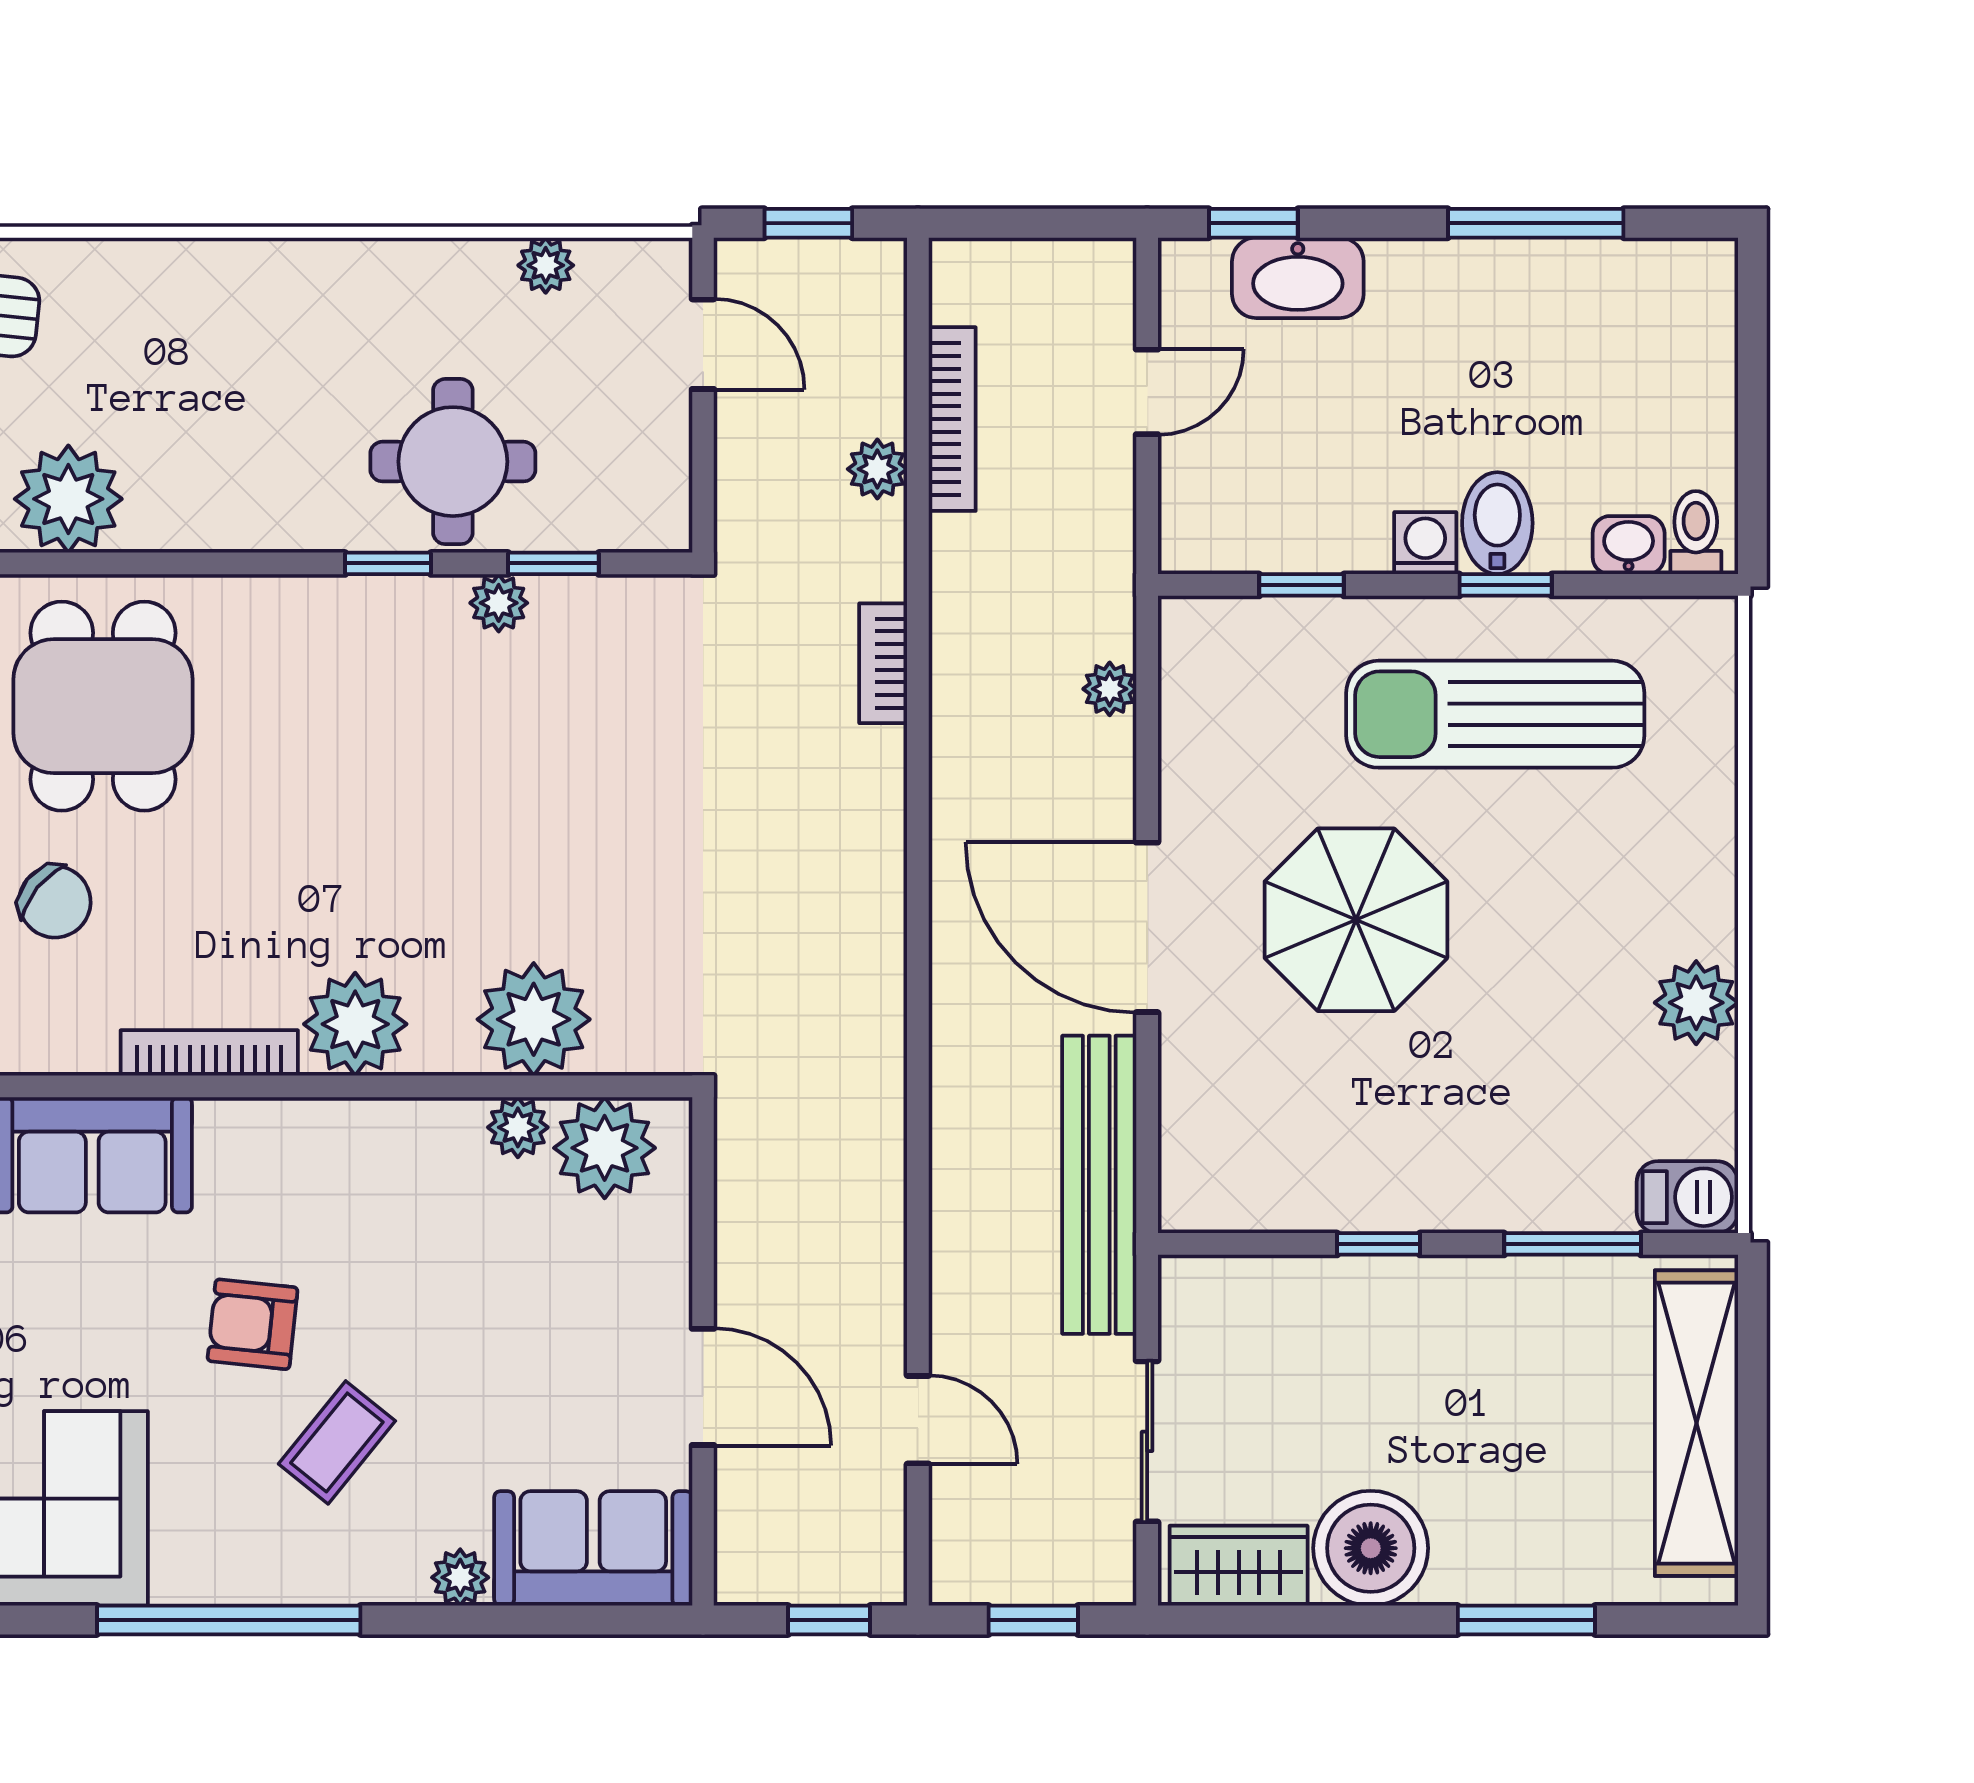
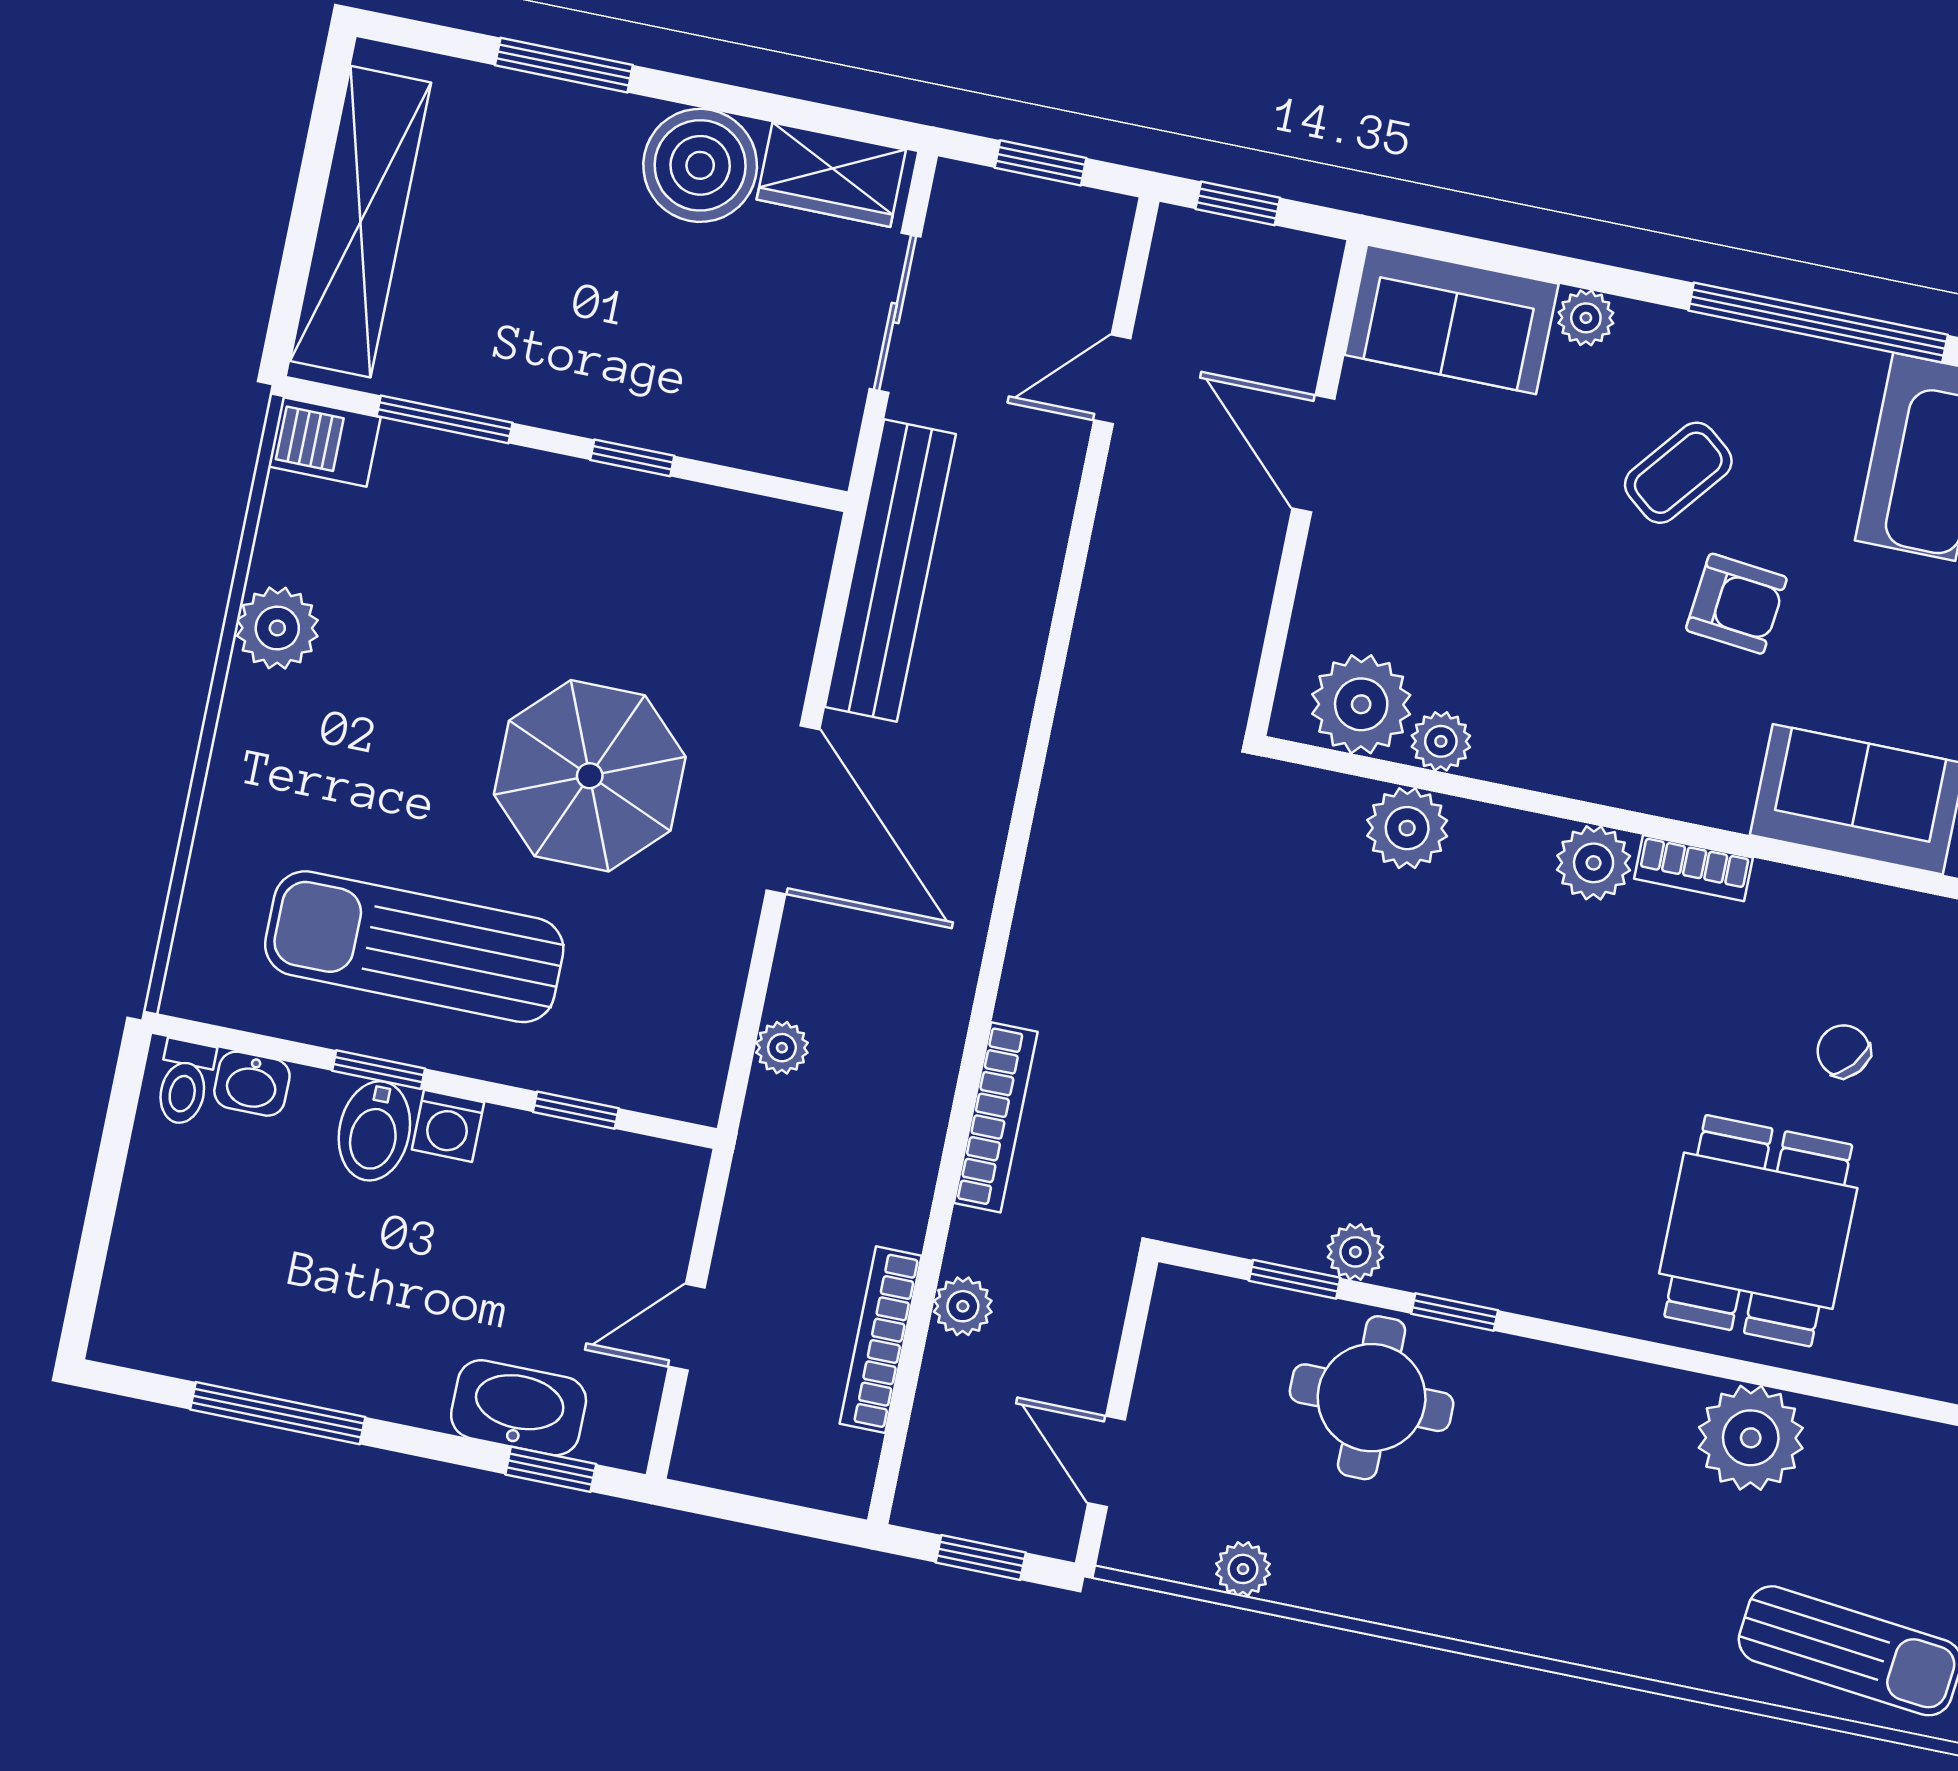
bookcase: (883, 663) -> (996, 1117), width x1.56
sun lounger: (1495, 714) -> (414, 947), turned 180
chair: (55, 902) -> (1844, 1051), width x0.73, depth x0.73
plant: (534, 1019) -> (1407, 828), width x0.73, depth x0.73
plant: (355, 1024) -> (1594, 863), width x0.73, depth x0.73
bookcase: (209, 1053) -> (1694, 868), width x0.64
door: (918, 1420) -> (1112, 379), hinge flipped

